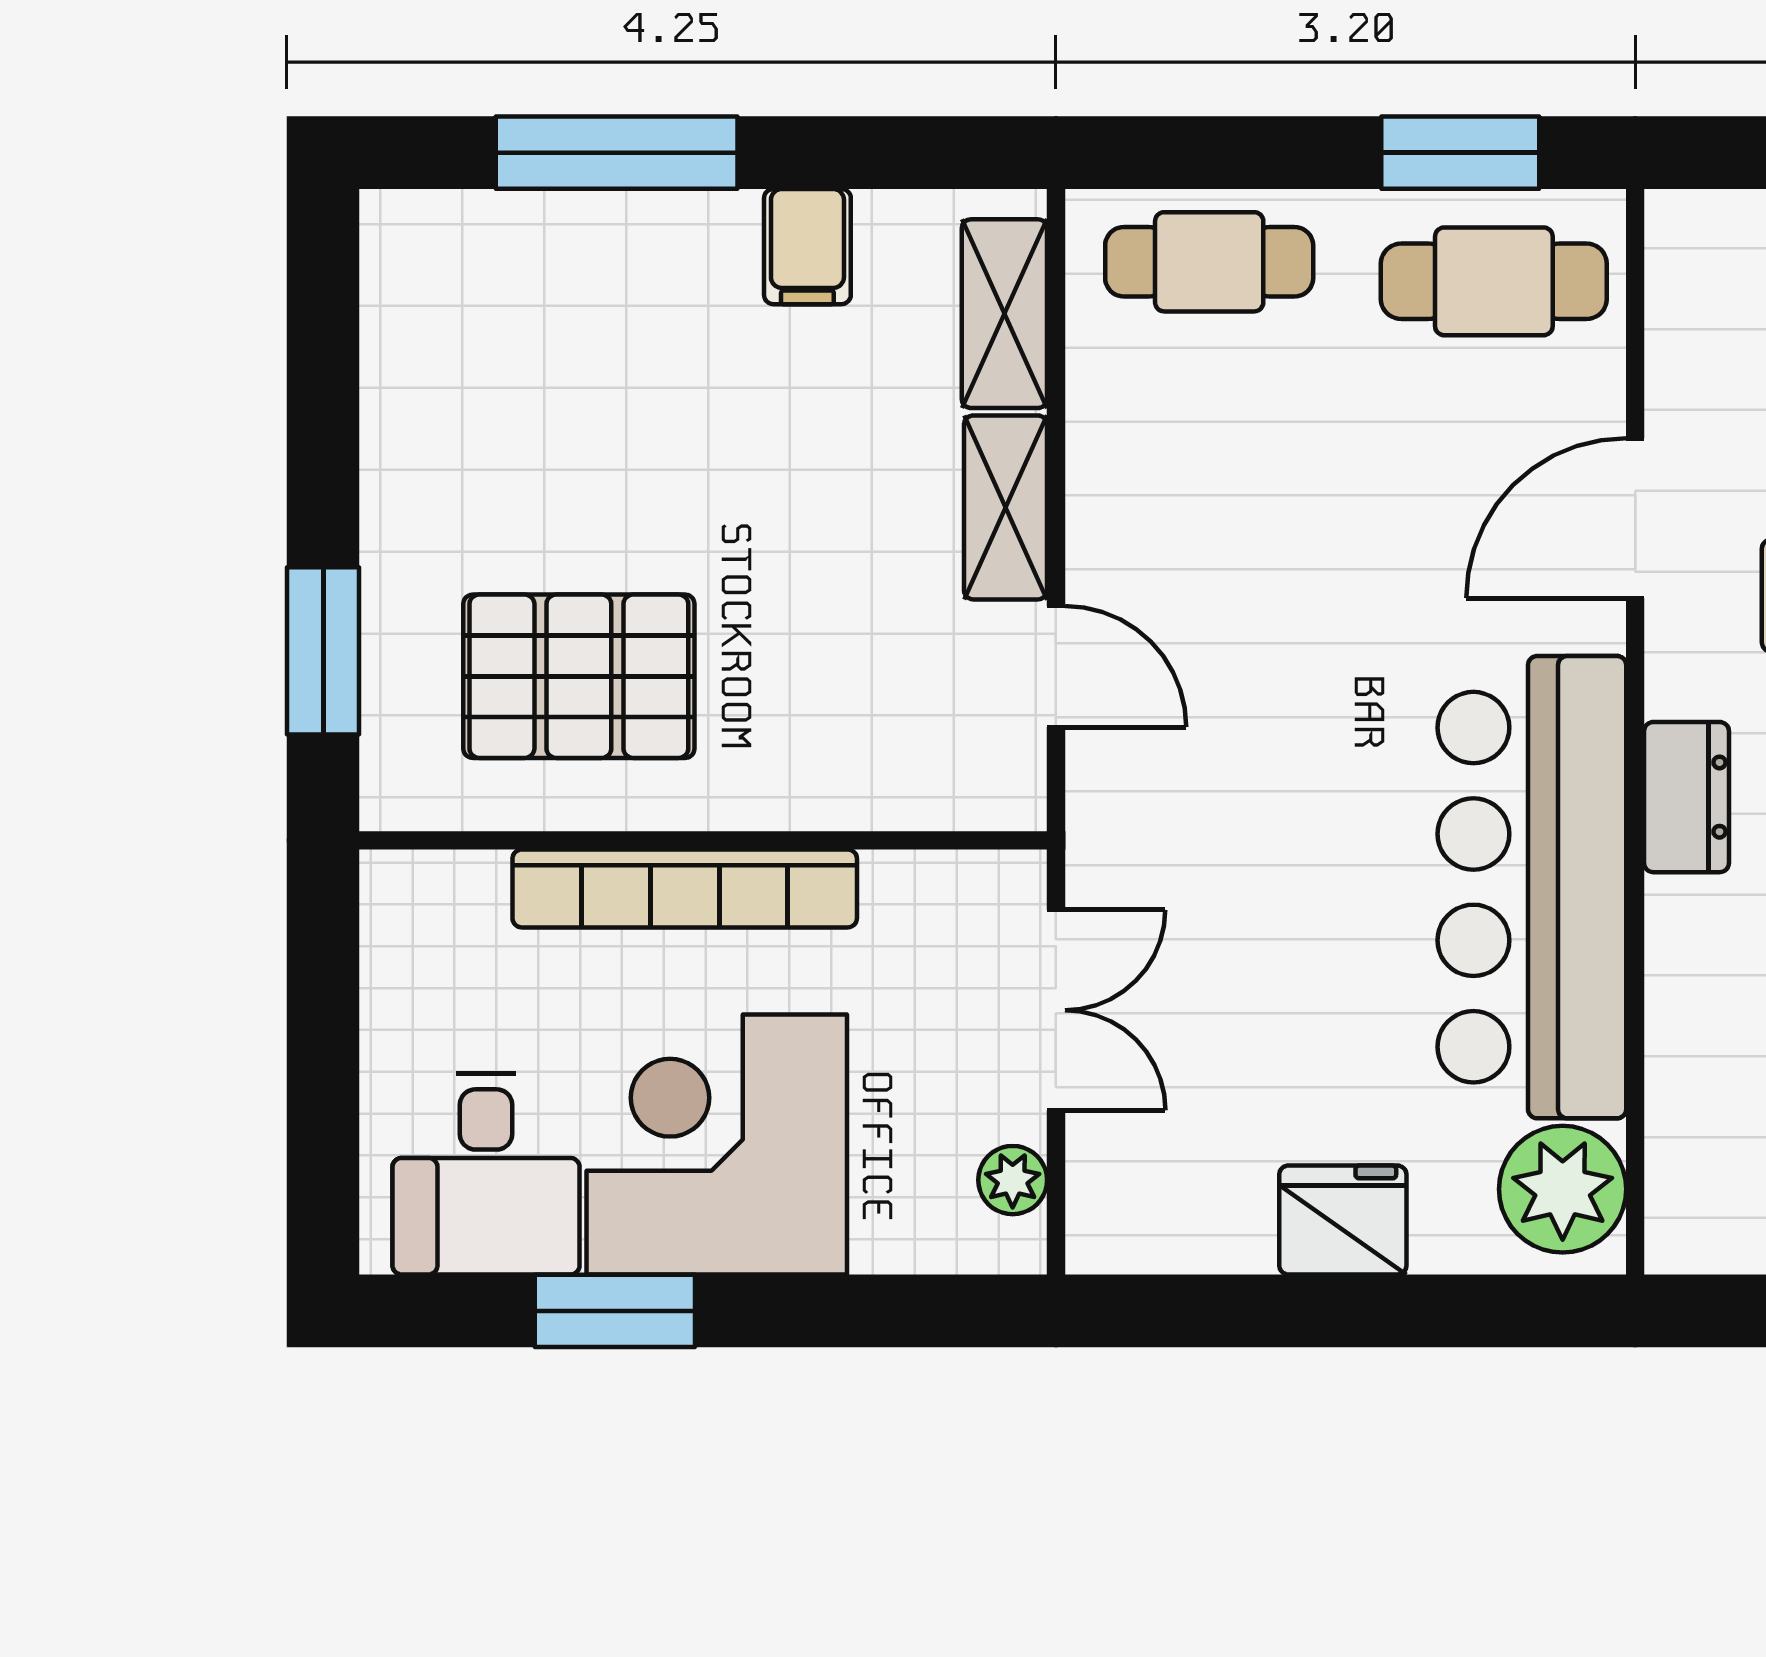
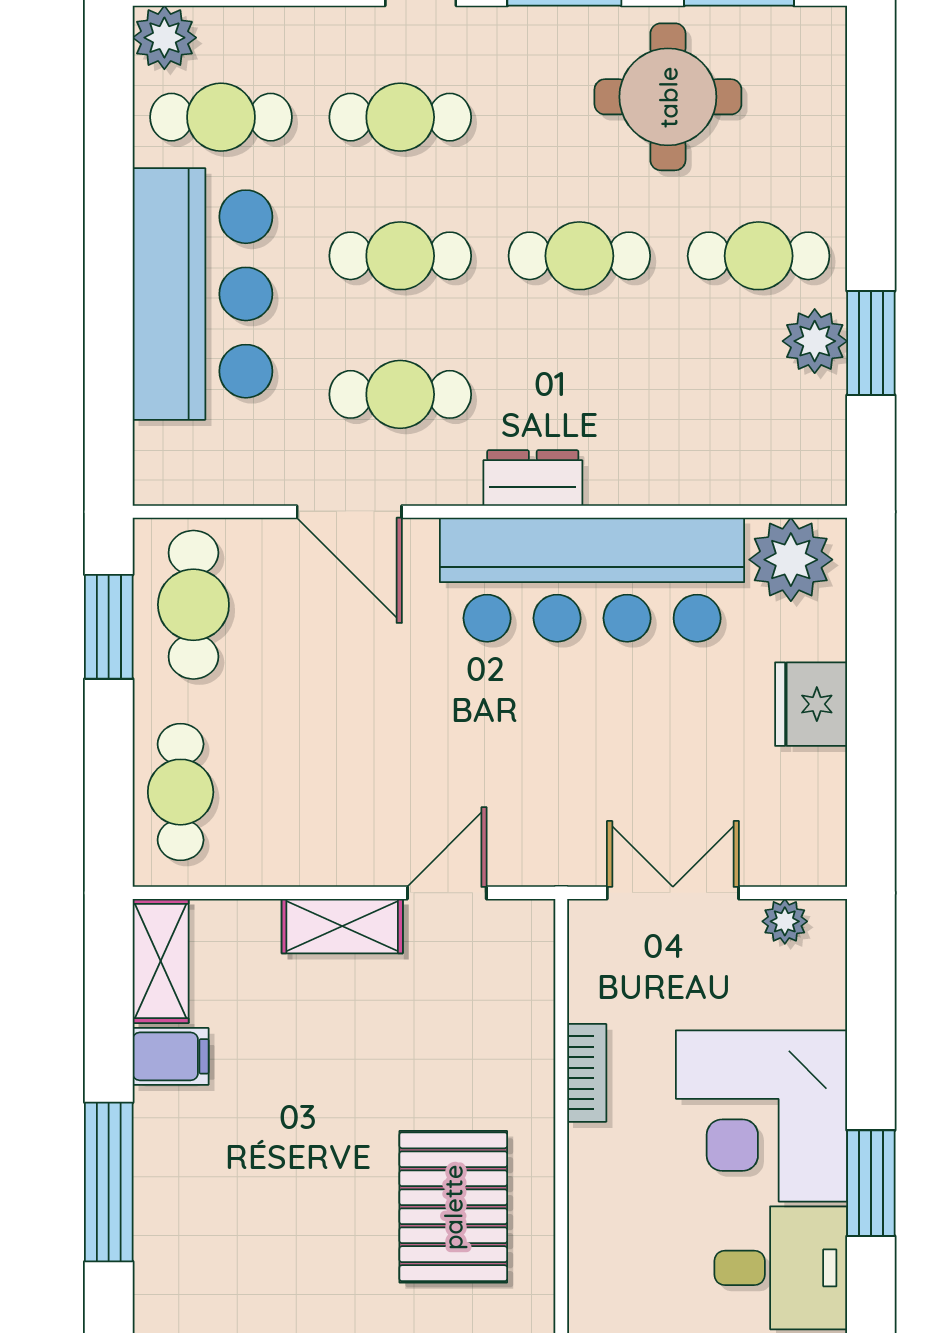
shelving: (1004, 314) -> (161, 961), moved, turned 90
bookcase: (685, 888) -> (587, 1073), width x0.43, depth x0.76

